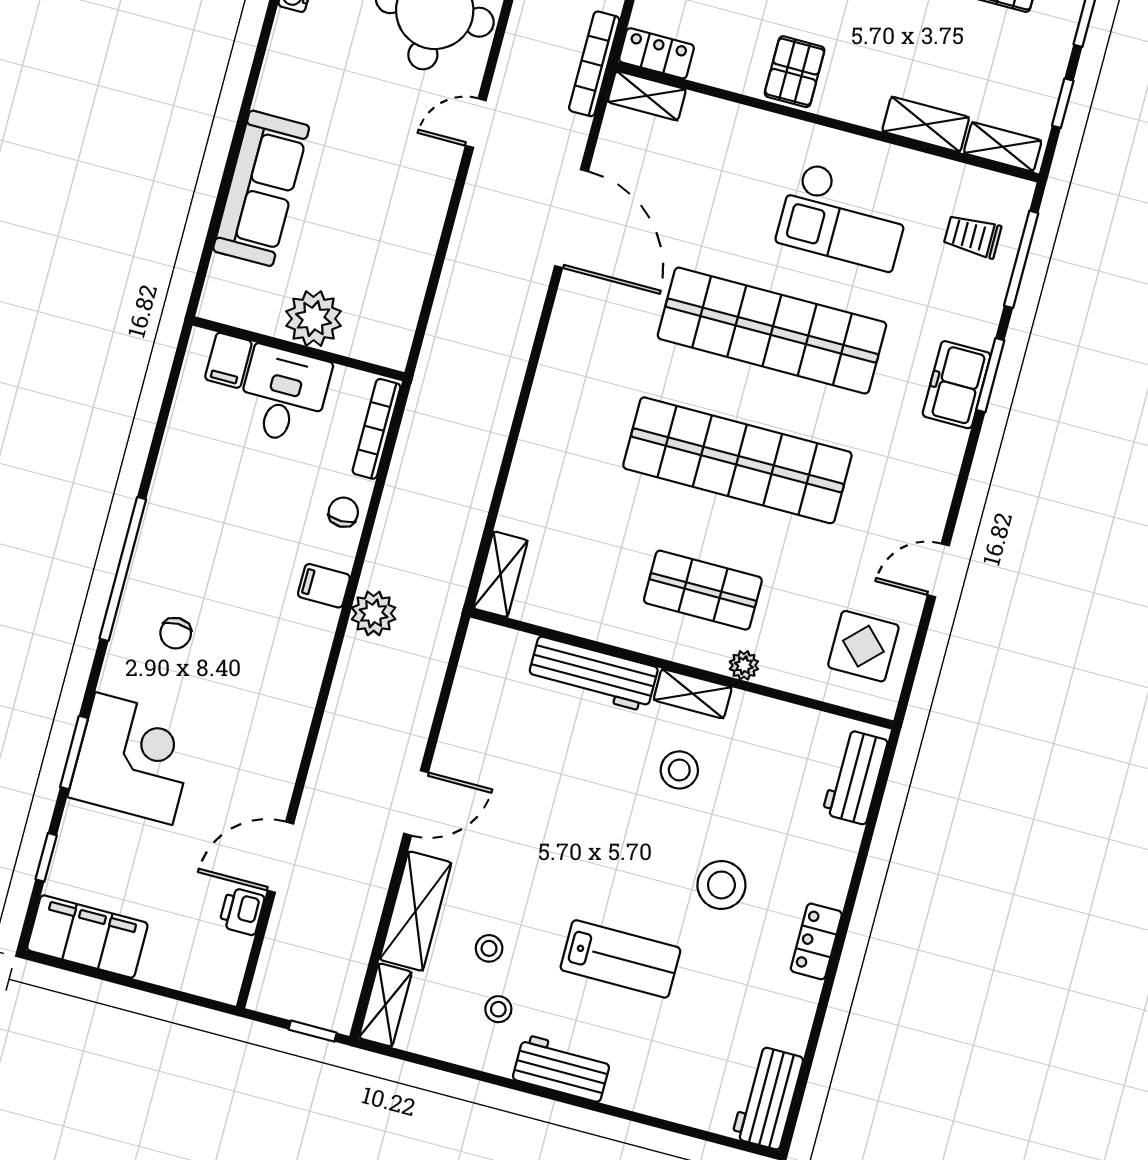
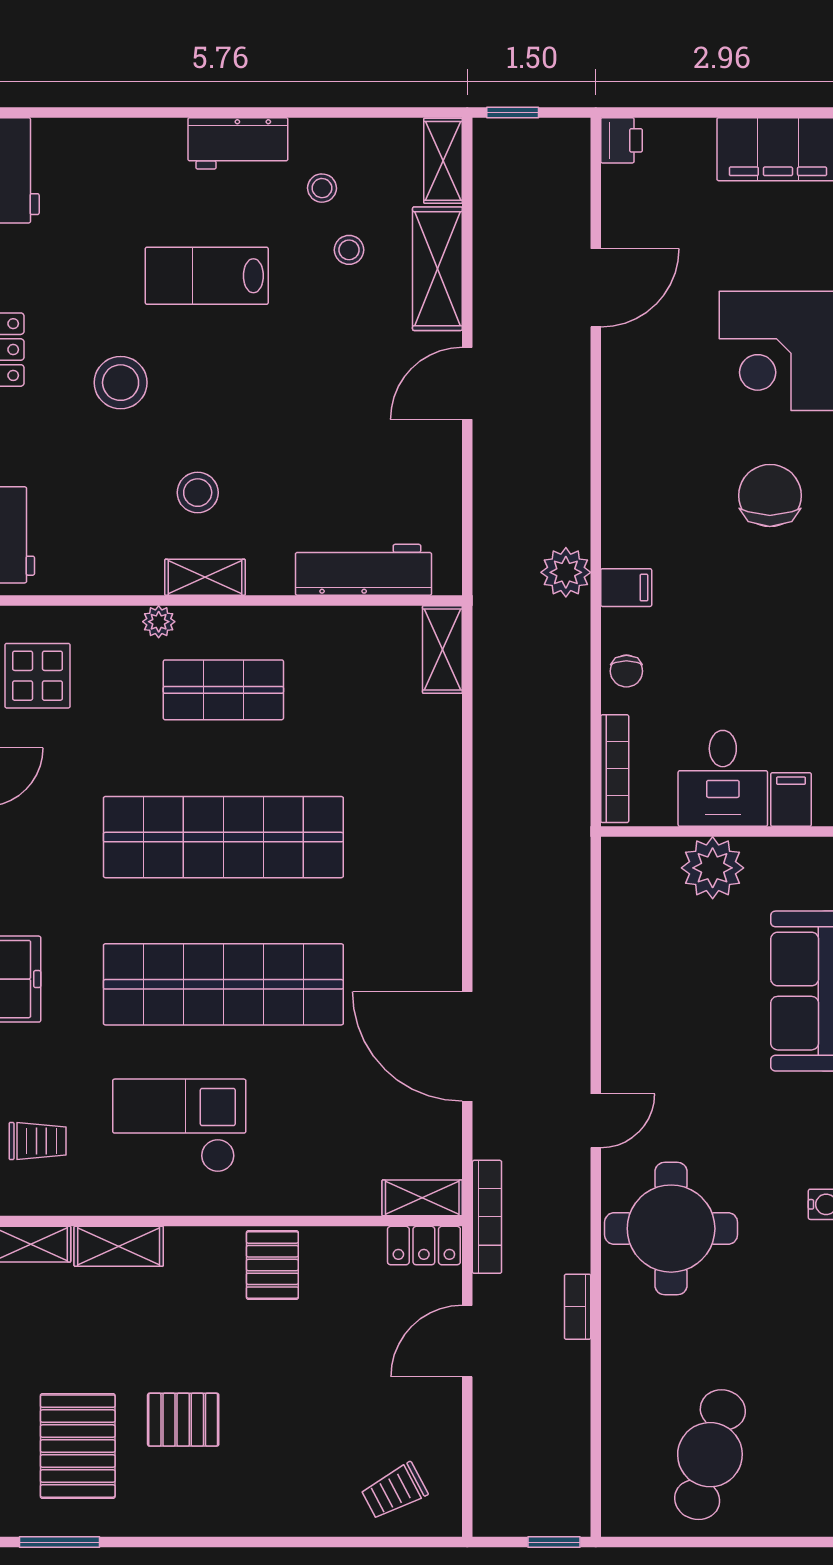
chair: (176, 633) -> (770, 496), width x1.87, depth x1.87
workbench: (593, 674) -> (363, 570), moved
printer: (242, 911) -> (622, 140), moved

